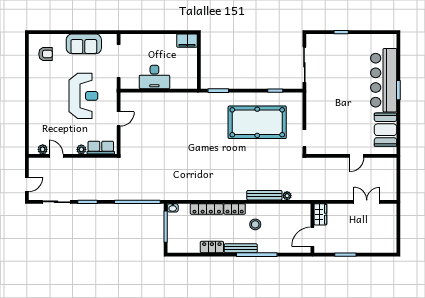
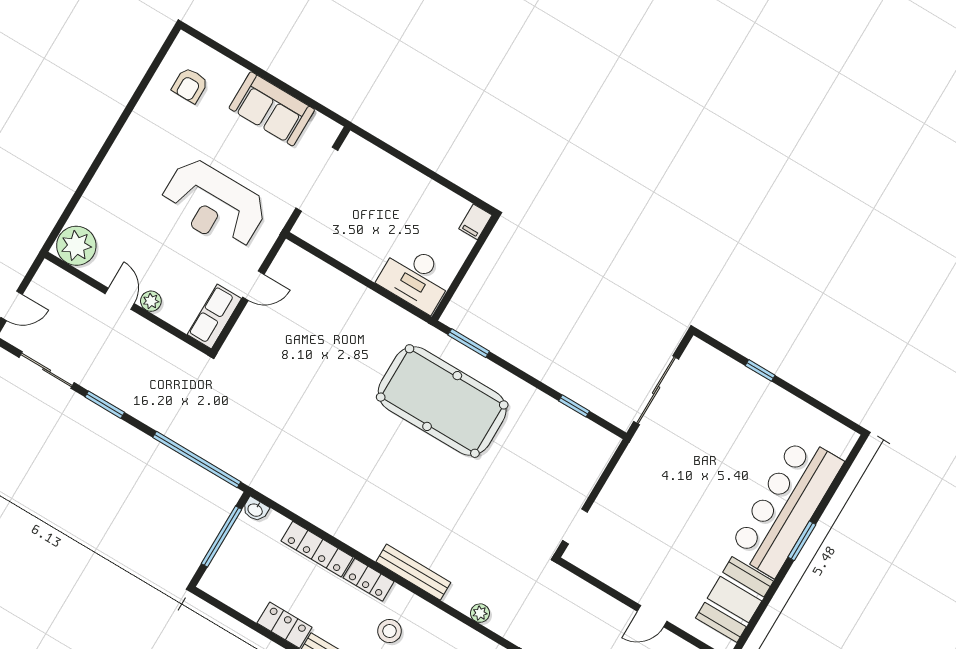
filing cabinet: (187, 41) -> (475, 222), width x0.50
armchair: (46, 54) -> (190, 85), turned 90
desk: (154, 77) -> (416, 278), moved
reception desk: (83, 96) -> (214, 204), turned 90
pool table: (257, 122) -> (442, 401), moved
row of seats: (101, 148) -> (214, 316), moved, turned -90
plant: (43, 149) -> (76, 246), width x1.87, depth x1.87
door: (56, 156) -> (120, 299), moved
bench: (264, 195) -> (413, 572), moved

